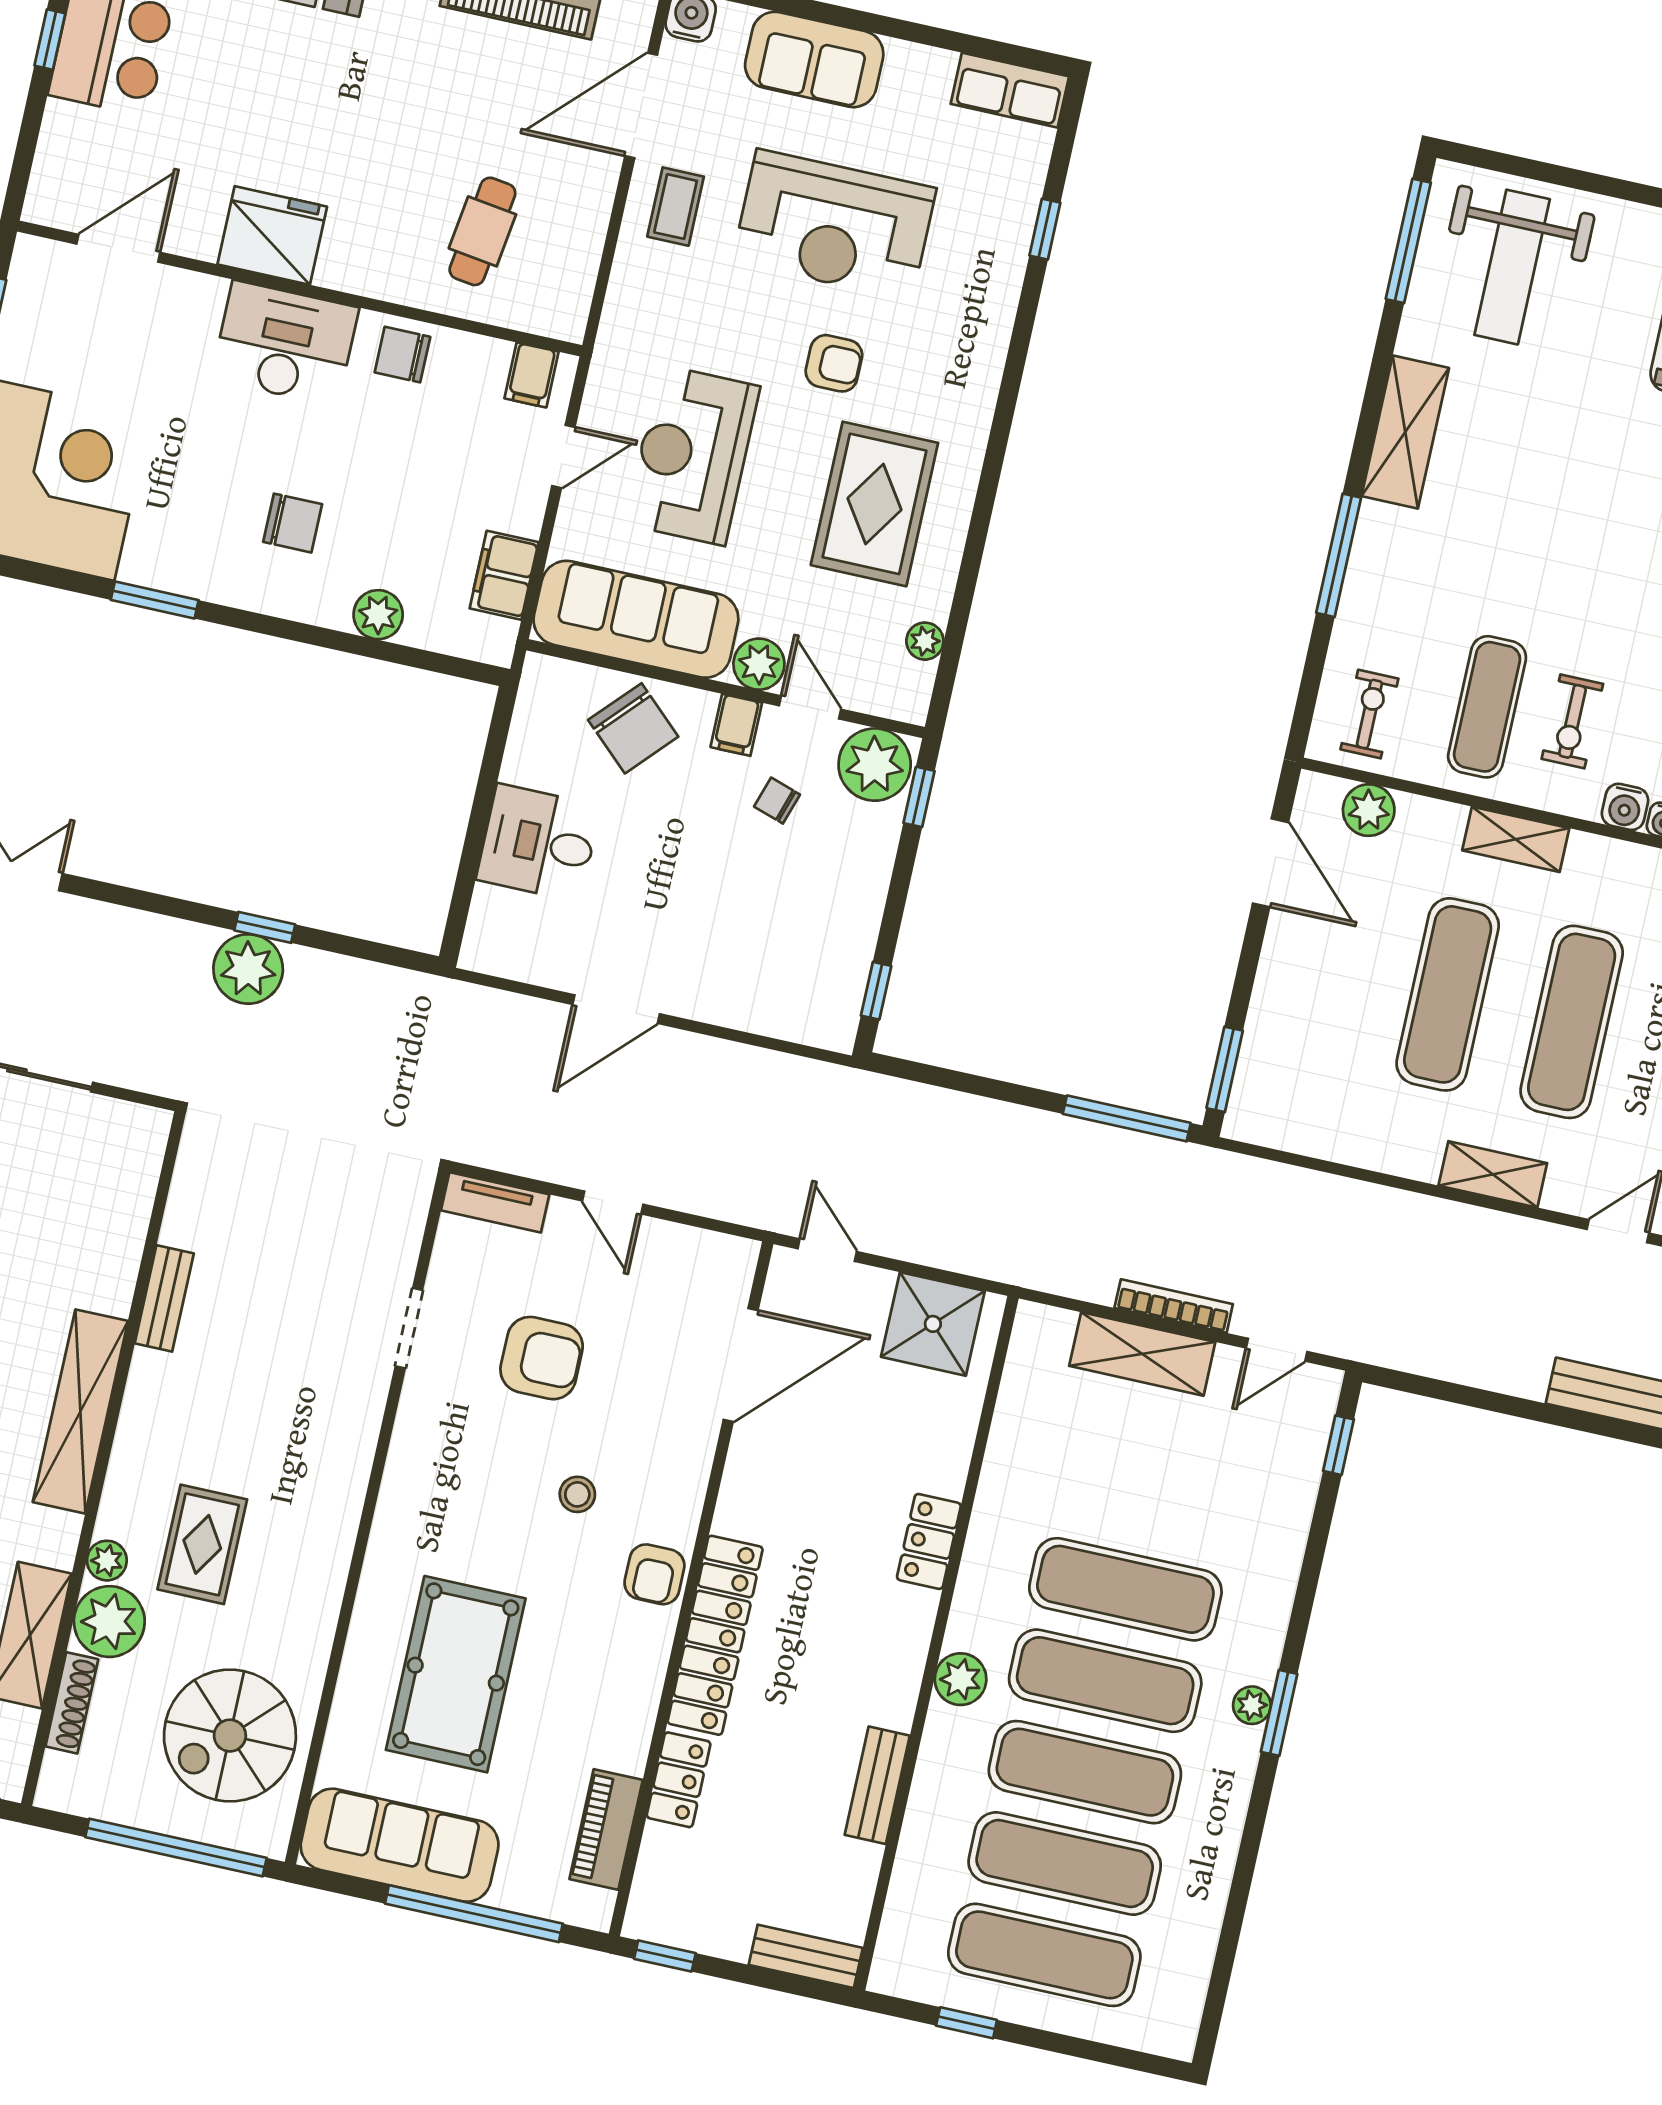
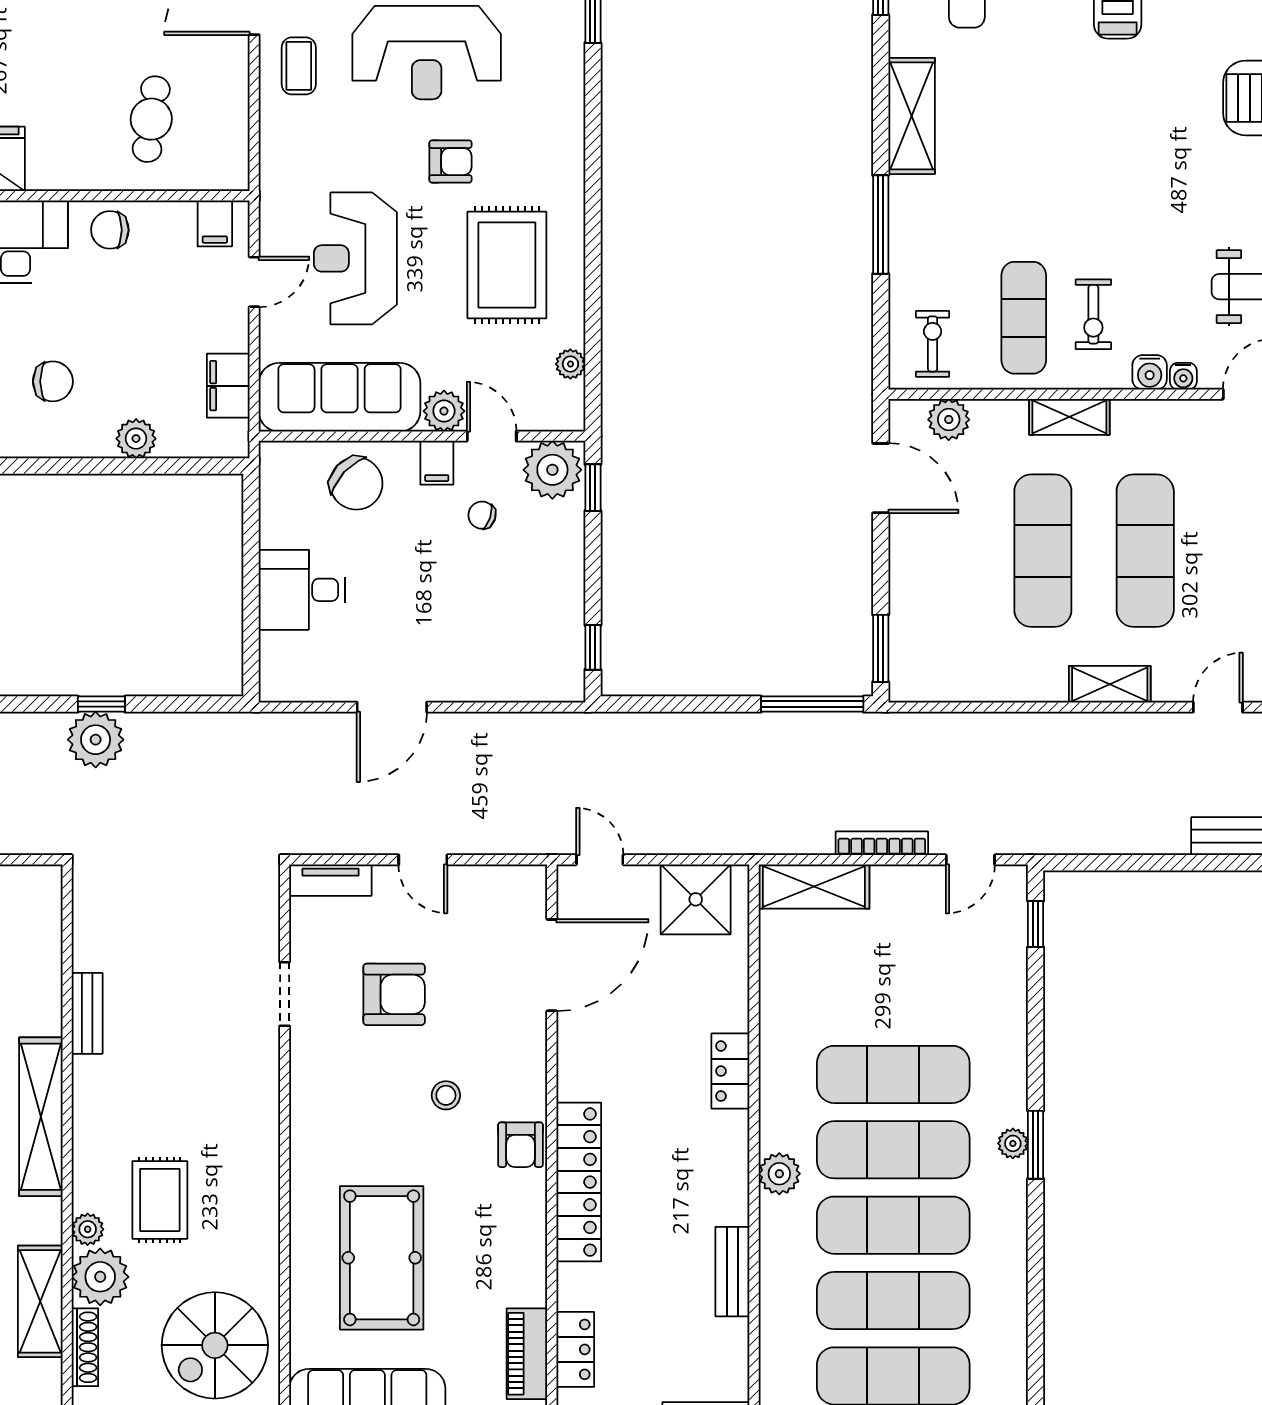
shelving: (1142, 1354) -> (814, 886), moved
locker: (679, 1780) -> (575, 1349), moved

